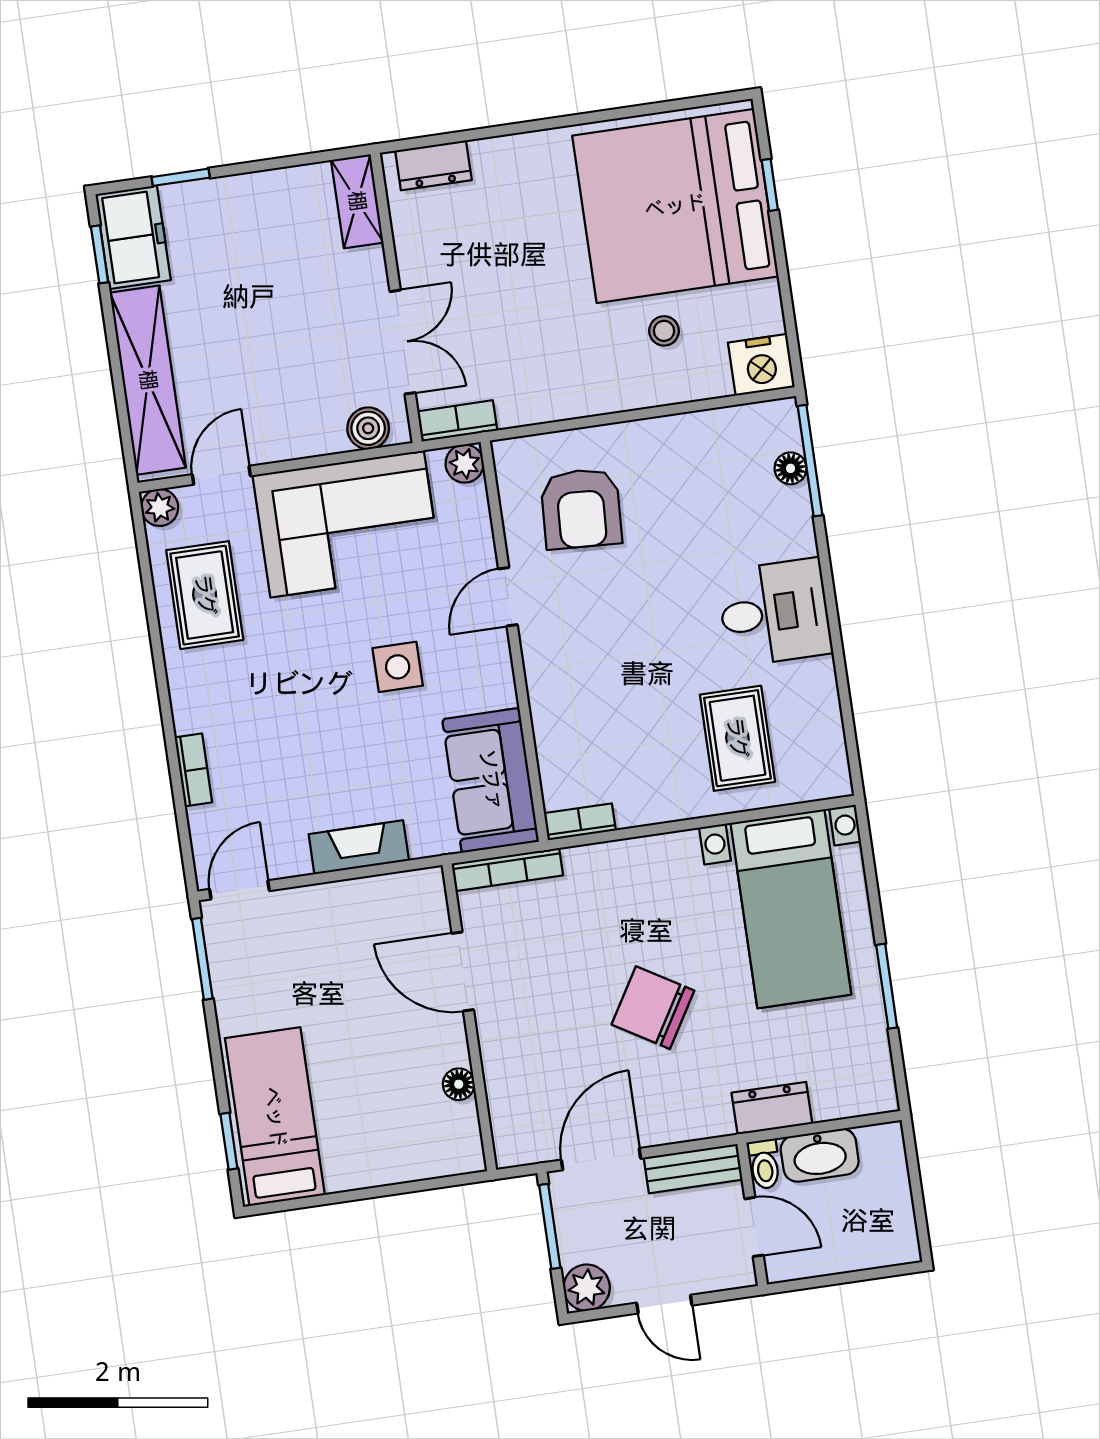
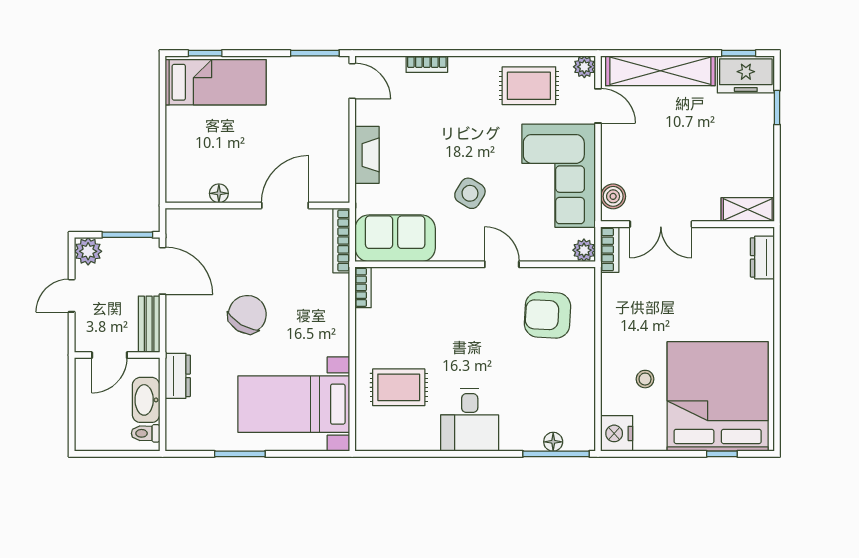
side table: (398, 667) -> (470, 193), turned 31
toilet: (764, 1164) -> (146, 433), moved

